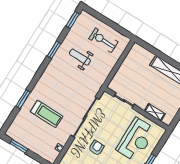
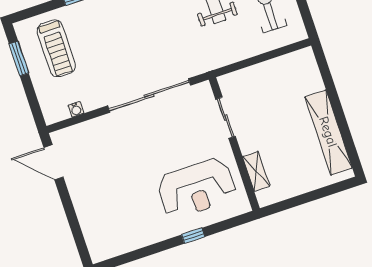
treadmill: (47, 114) -> (56, 48), moved
armchair: (96, 148) -> (129, 153), removed

